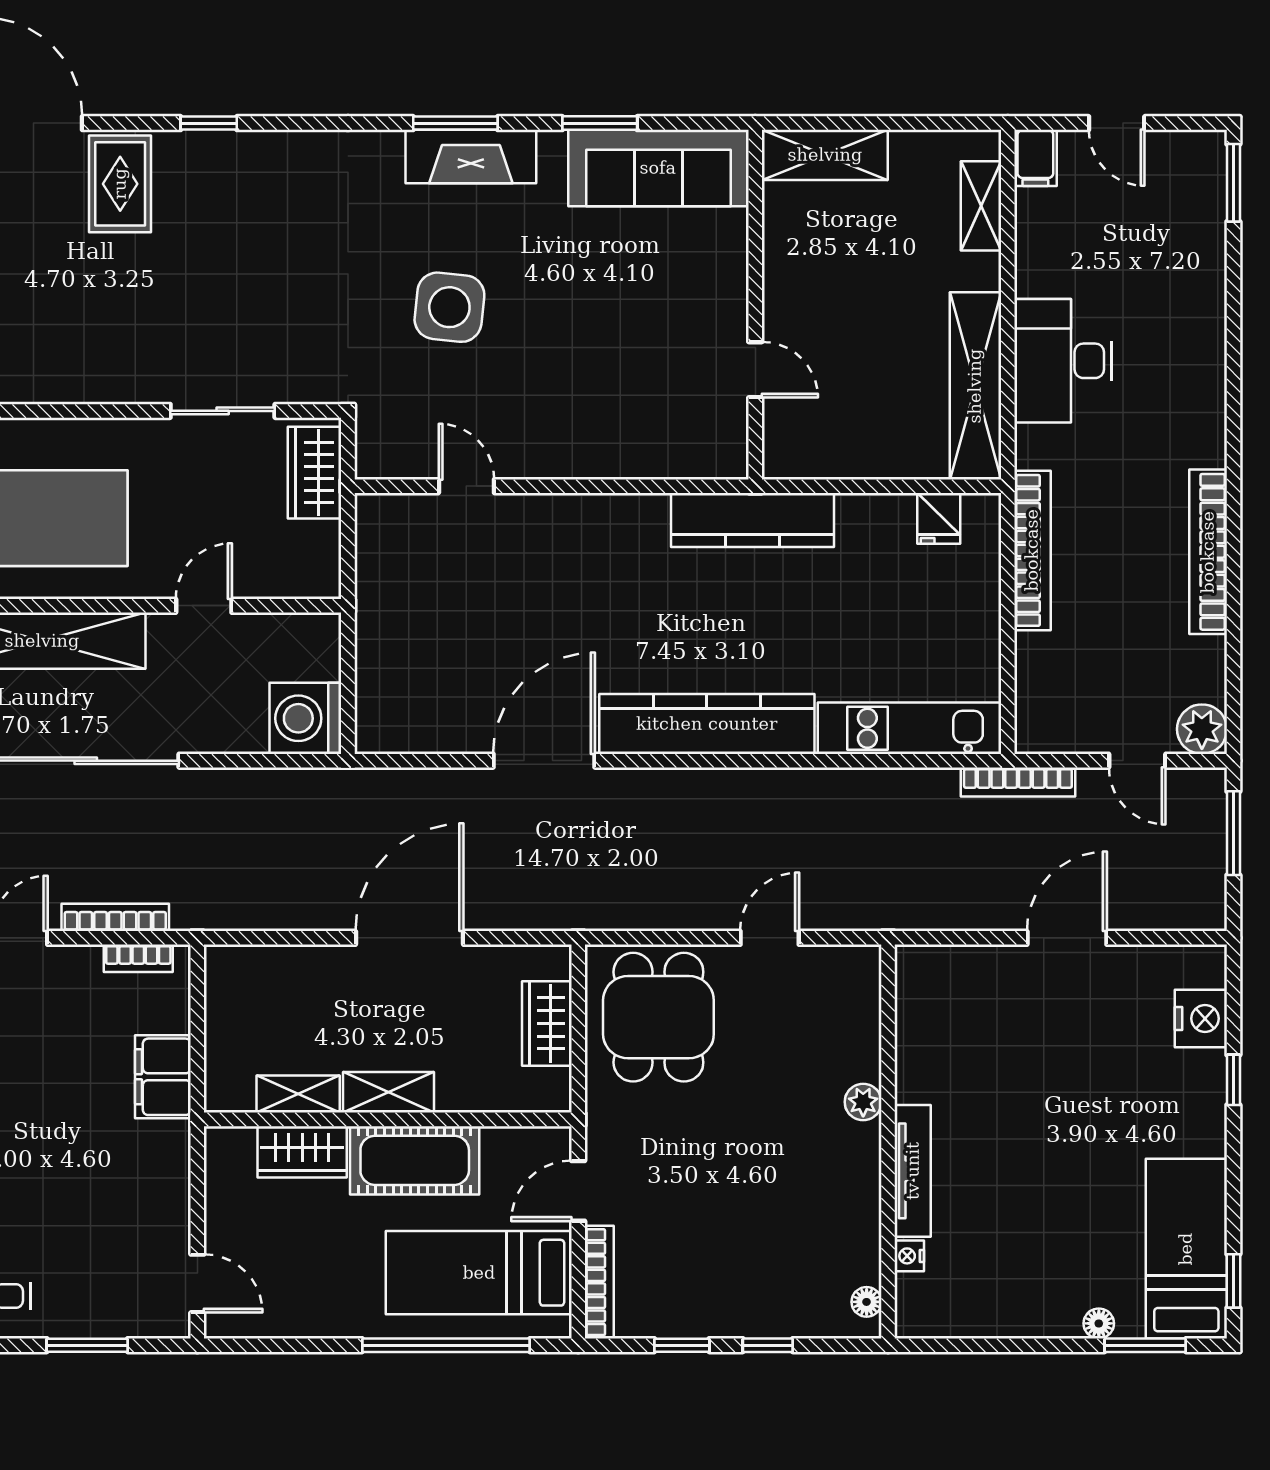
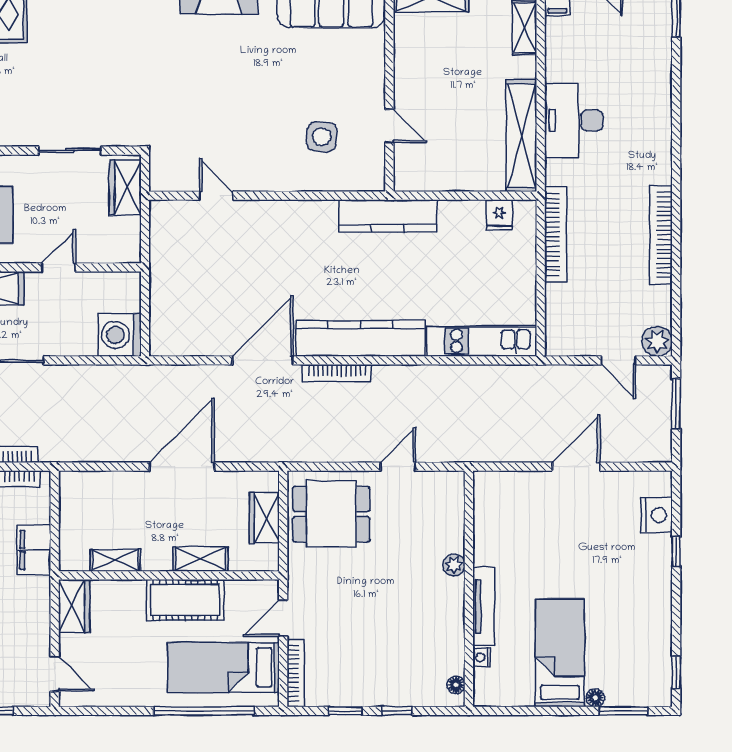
side table: (449, 307) -> (322, 137), moved, width x0.73, depth x0.73
bookcase: (1018, 782) -> (337, 373), moved
dining table: (658, 1017) -> (331, 514), turned 90
shelving: (389, 1092) -> (200, 559), moved
wardrobe: (302, 1152) -> (74, 606), moved, turned -90
bed: (1186, 1249) -> (560, 653), moved

